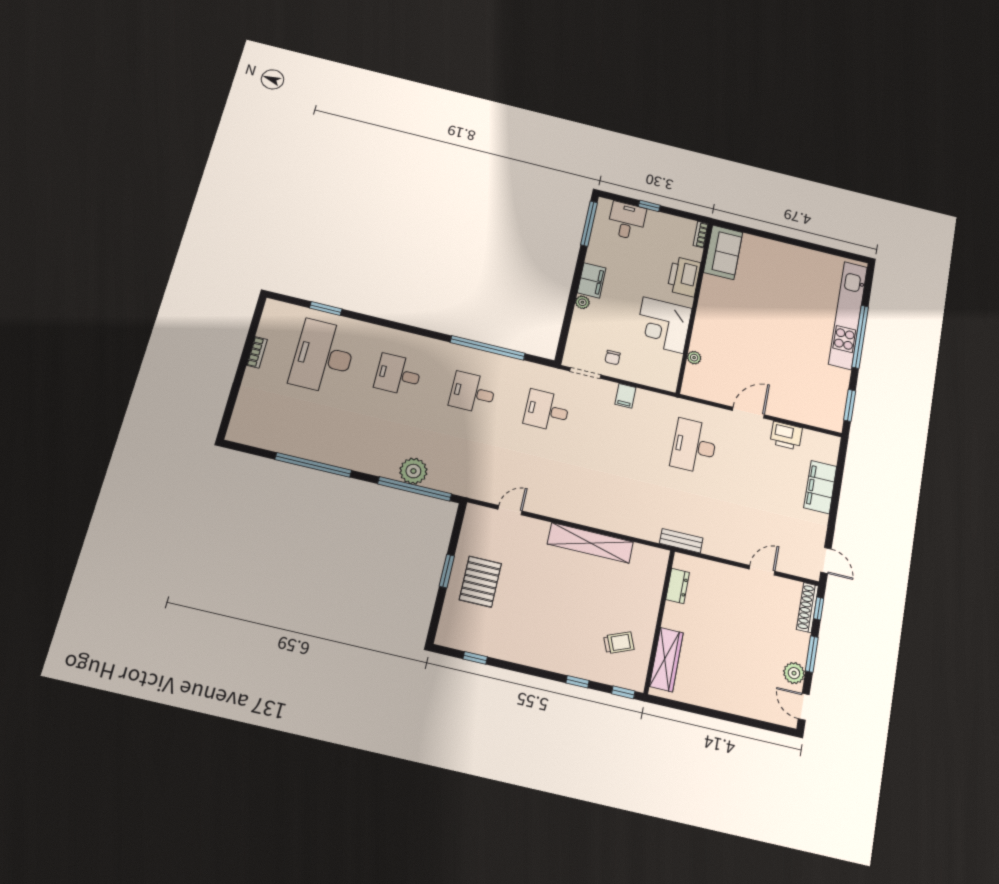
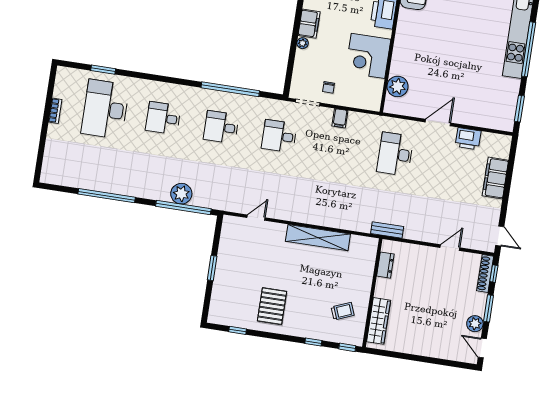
plant: (694, 358) -> (398, 86), width x1.87, depth x1.87
pallet: (480, 582) -> (272, 306), moved

